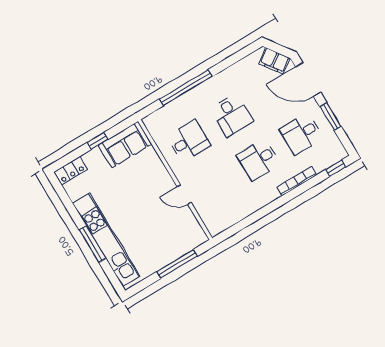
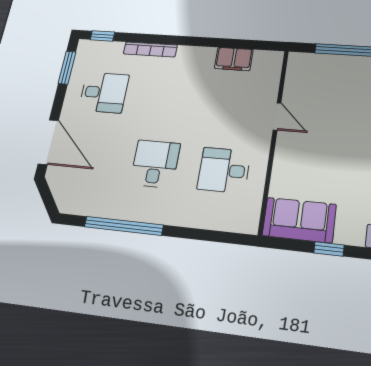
filing cabinet: (274, 61) -> (234, 59), moved, turned 125
window: (186, 88) -> (124, 226), moved
window: (331, 117) -> (67, 68), moved
desk: (258, 160) -> (168, 97), removed

